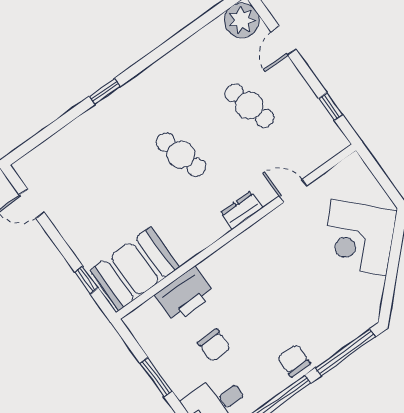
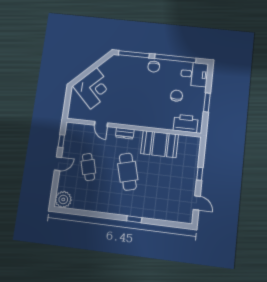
door: (283, 41) -> (58, 164), moved
cafe table: (181, 155) -> (128, 172), width x1.37, depth x1.35
booth: (135, 269) -> (160, 144), moved
window: (87, 280) -> (200, 174), moved
printer: (185, 295) -> (186, 123), moved

